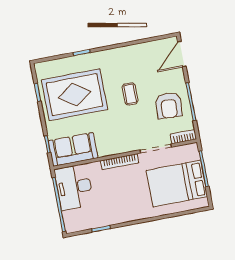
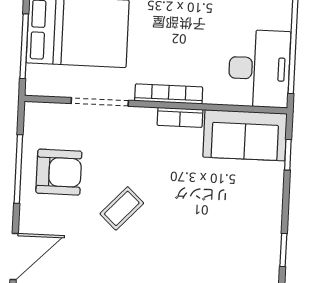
coffee table: (130, 94) -> (122, 208), turned 43
rug: (75, 95) -> (220, 230), removed
armchair: (169, 105) -> (59, 172), turned 87
bookcase: (183, 137) -> (180, 117), moved

